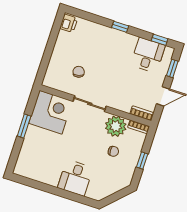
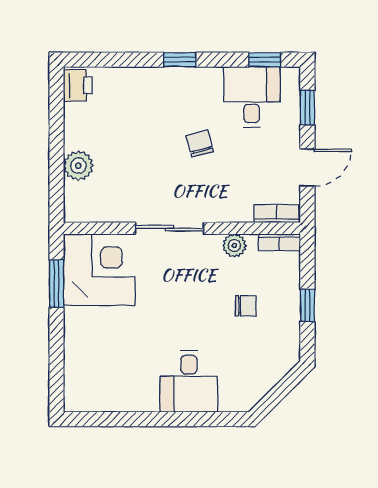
plant: (57, 61) -> (78, 166), added
chair: (79, 72) -> (200, 144), moved
window: (24, 126) -> (57, 284), moved
plant: (116, 126) -> (234, 245), width x0.53, depth x0.53

